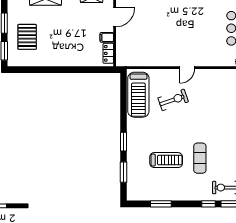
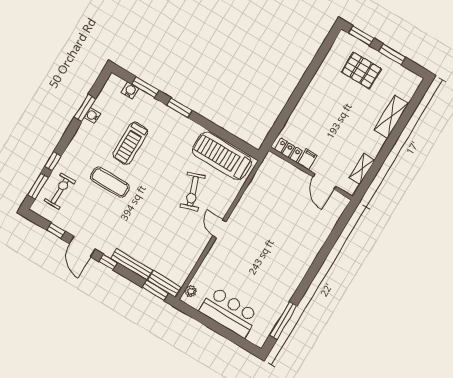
water cooler: (132, 181) -> (130, 91), added
water cooler: (163, 196) -> (92, 116), added

